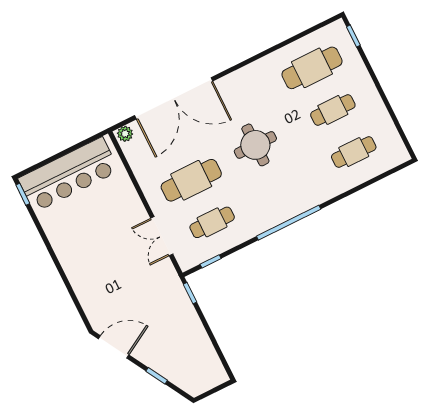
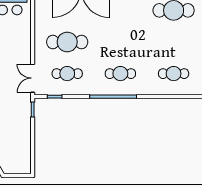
cafe table: (333, 110) -> (120, 74), moved
round table: (255, 145) -> (116, 40), removed
double door: (162, 236) -> (33, 78), moved

